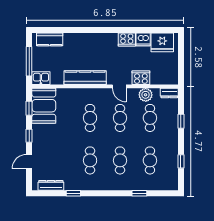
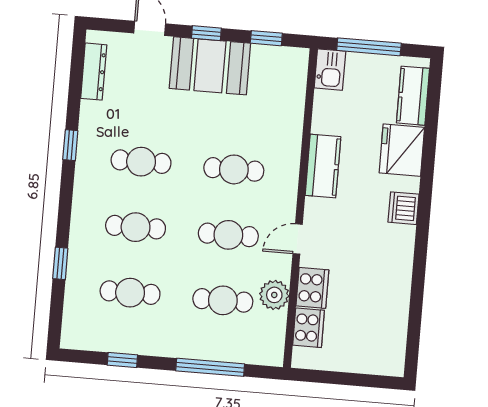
cooker: (127, 39) -> (308, 328), moved, turned 180
dishwasher: (143, 39) -> (404, 208), moved
fridge: (162, 42) -> (402, 150), moved
kitchen counter: (85, 78) -> (323, 166), width x0.67
dresser: (169, 93) -> (274, 347), removed
booth: (44, 106) -> (210, 66), moved
window: (181, 121) -> (210, 367), width x2.17
window: (73, 193) -> (70, 145), moved

